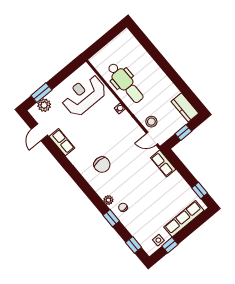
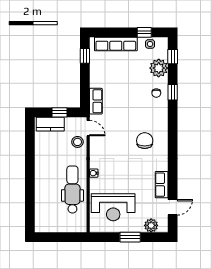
window: (41, 93) -> (130, 237), moved
kitchen counter: (185, 107) -> (50, 124), moved, turned 90
plant: (108, 200) -> (159, 68), moved, width x1.88, depth x1.88

